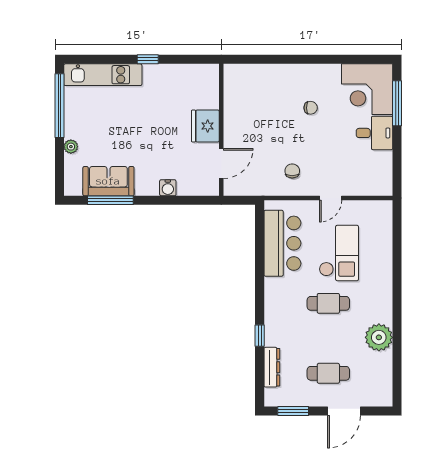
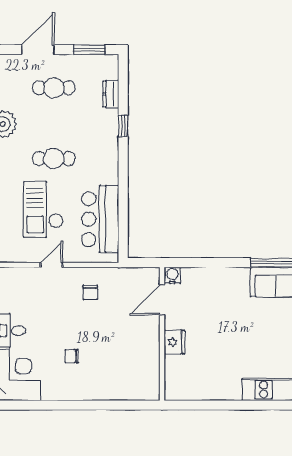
window: (148, 59) -> (236, 405), removed
fridge: (205, 126) -> (175, 342), width x0.73, depth x0.75
water cooler: (168, 188) -> (172, 275), moved
dresser: (272, 367) -> (111, 94), width x0.70

